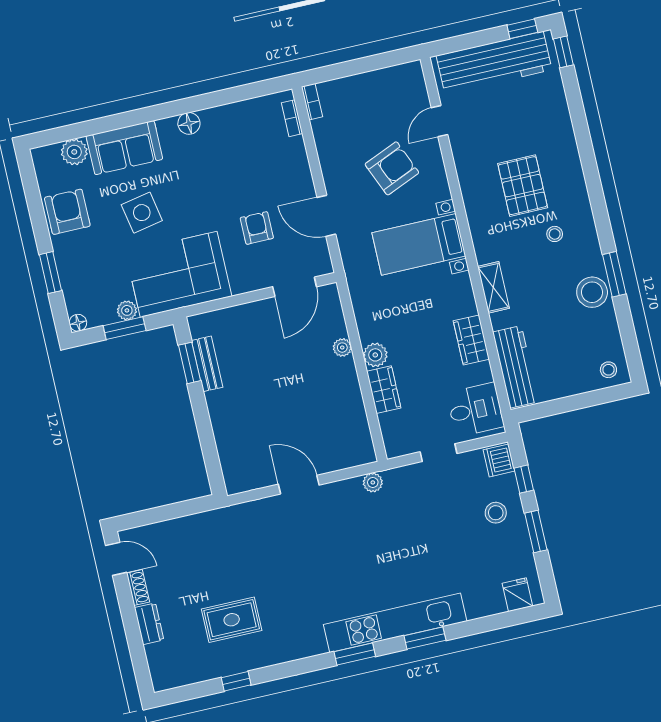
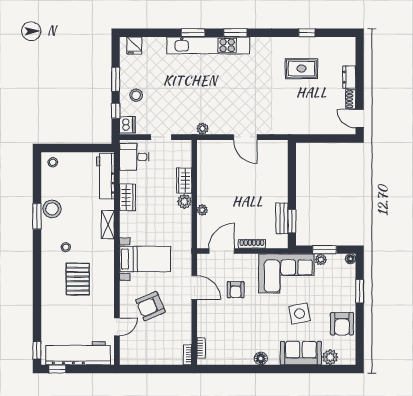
shoe rack: (247, 310) -> (252, 244), added

